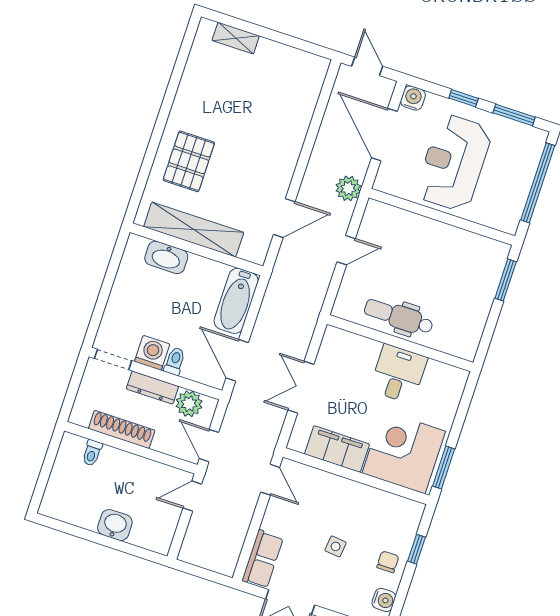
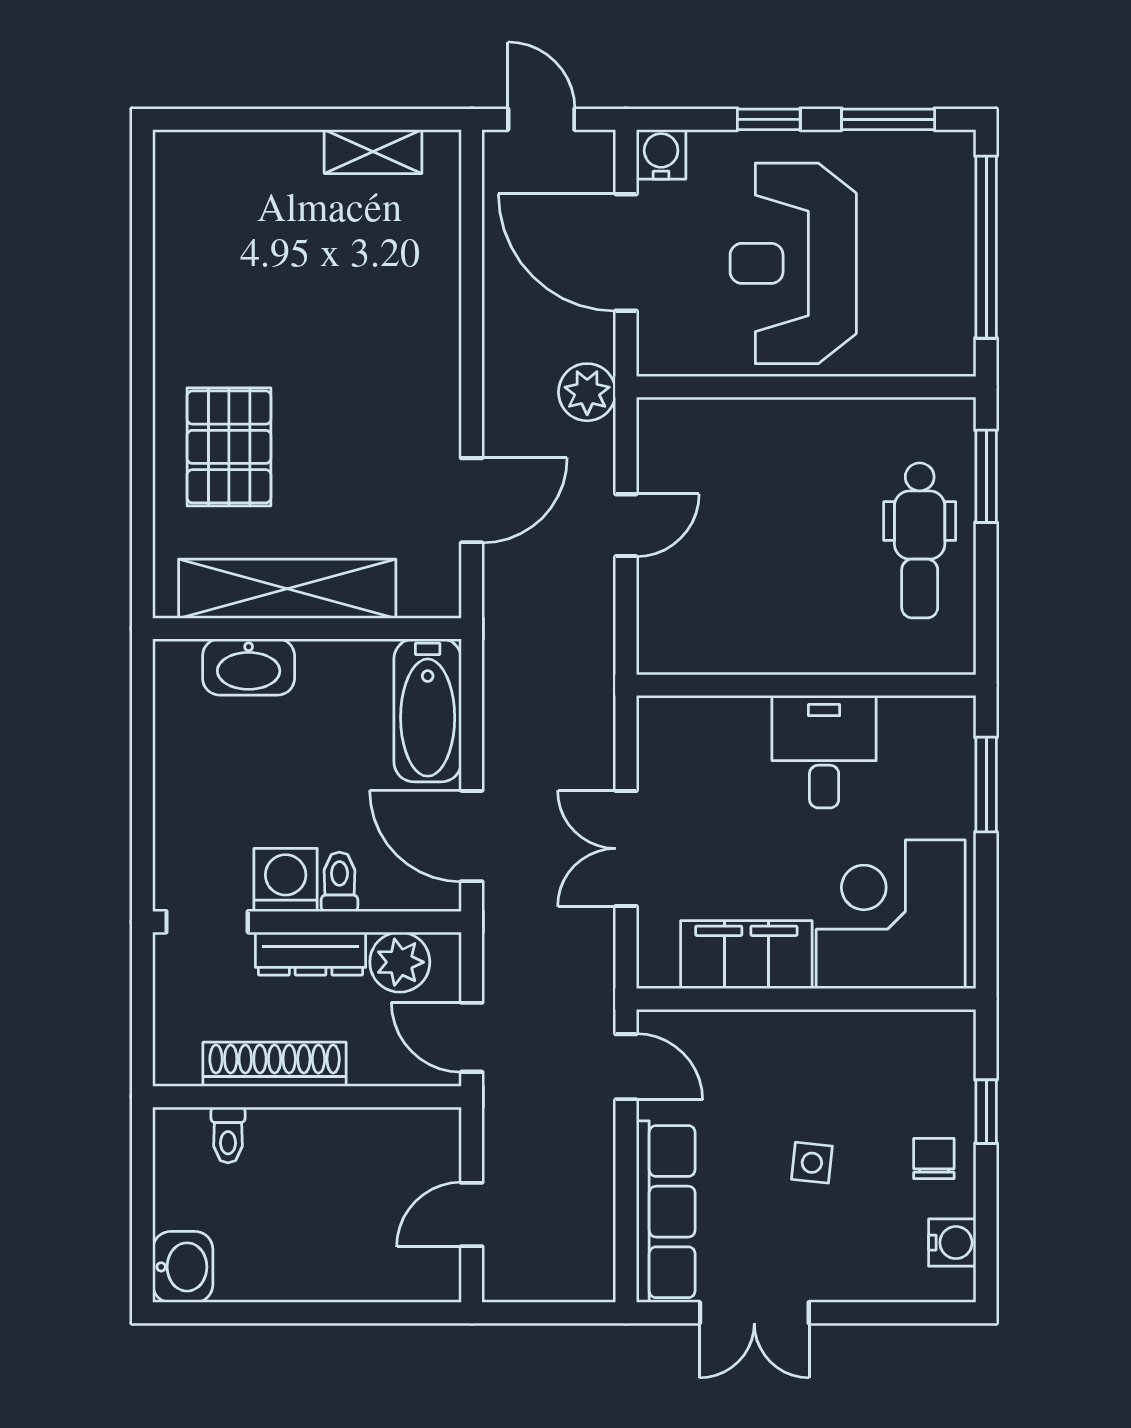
shelving: (236, 38) -> (373, 152), moved
dental chair: (399, 317) -> (920, 540), moved, turned -90
window: (444, 467) -> (986, 785), moved
door: (192, 496) -> (472, 1215), moved
washbasin: (115, 525) -> (183, 1267), moved, turned 90
row of seats: (263, 559) -> (666, 1212), width x1.48

